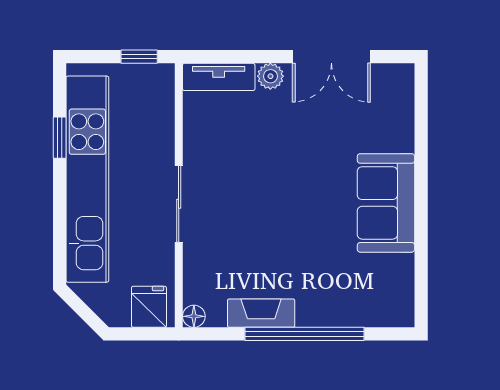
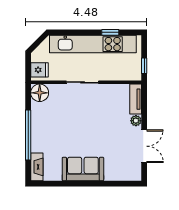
double door: (331, 57) -> (144, 146), swing flipped
fireplace: (261, 313) -> (37, 167), moved
floor lamp: (194, 316) -> (40, 93), width x1.89, depth x1.89

